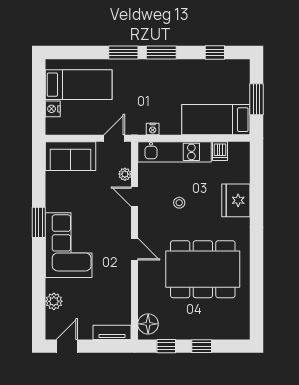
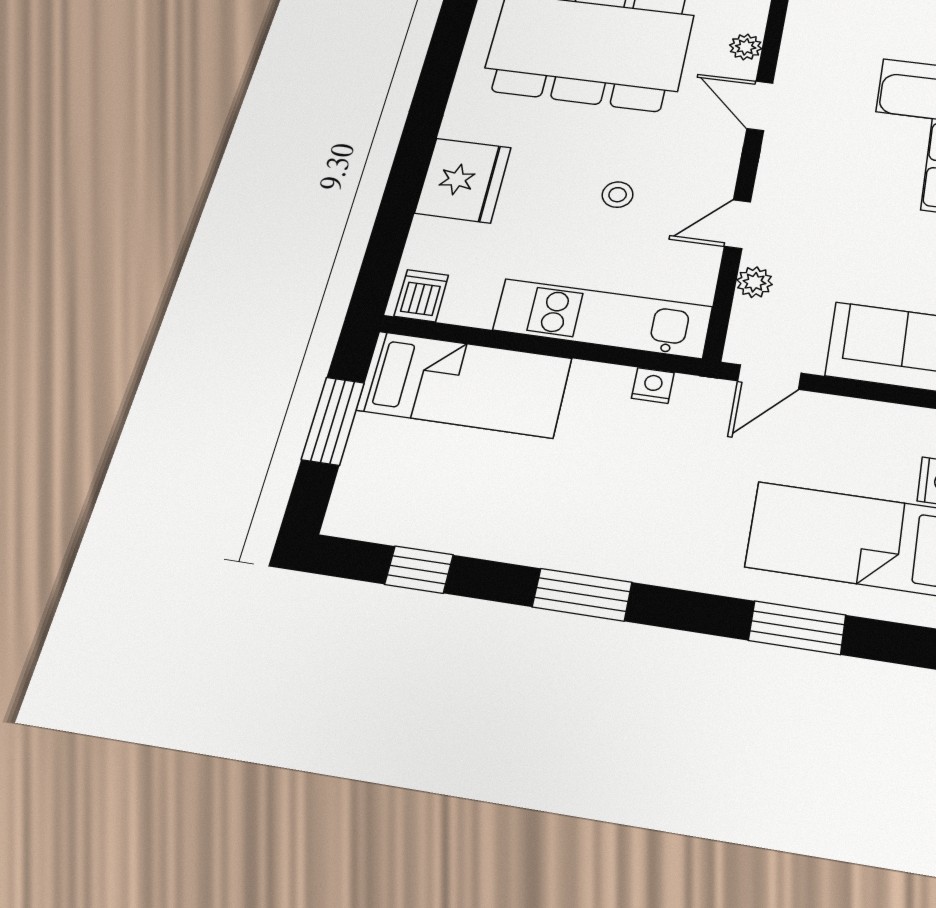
window: (123, 52) -> (797, 628), moved
dishwasher: (220, 151) -> (421, 296), moved
door: (134, 197) -> (738, 224), swing flipped
plant: (144, 275) -> (746, 47), added

